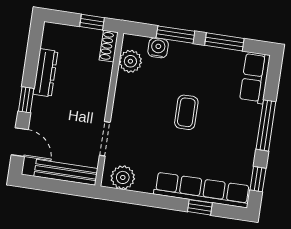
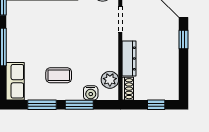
window: (92, 22) -> (156, 105), moved
dresser: (46, 73) -> (129, 58), moved, turned 180
coffee table: (186, 112) -> (59, 75), moved, turned 90

